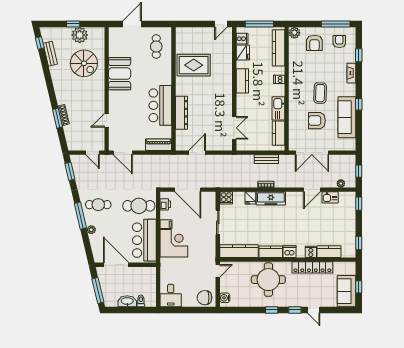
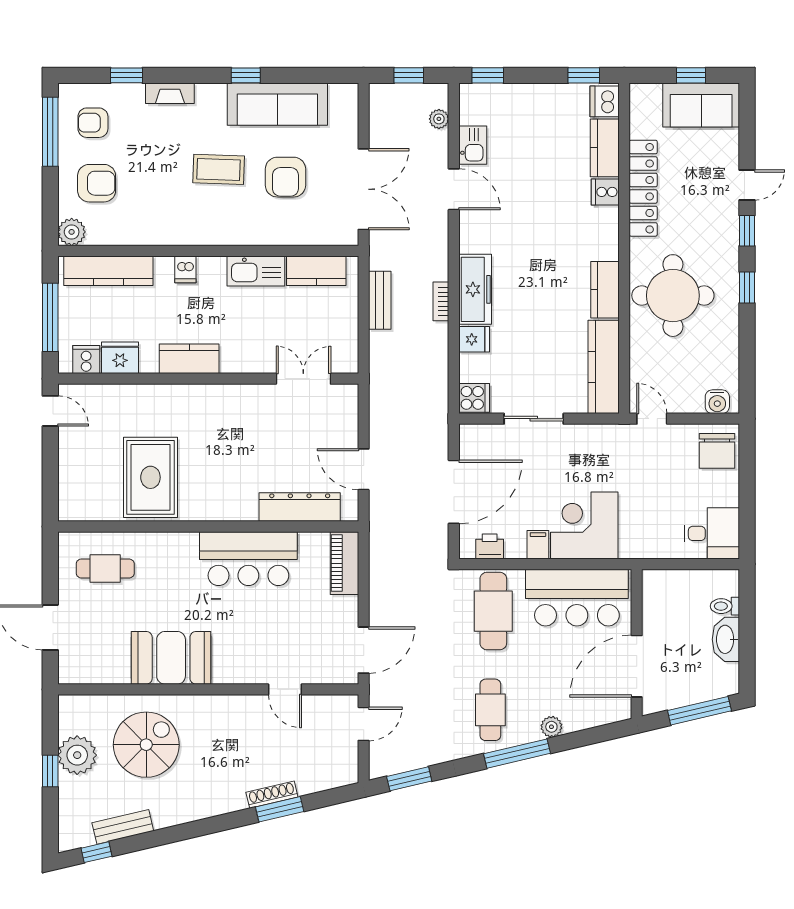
dresser: (181, 113) -> (300, 507), moved
dishwasher: (290, 252) -> (605, 101), moved

